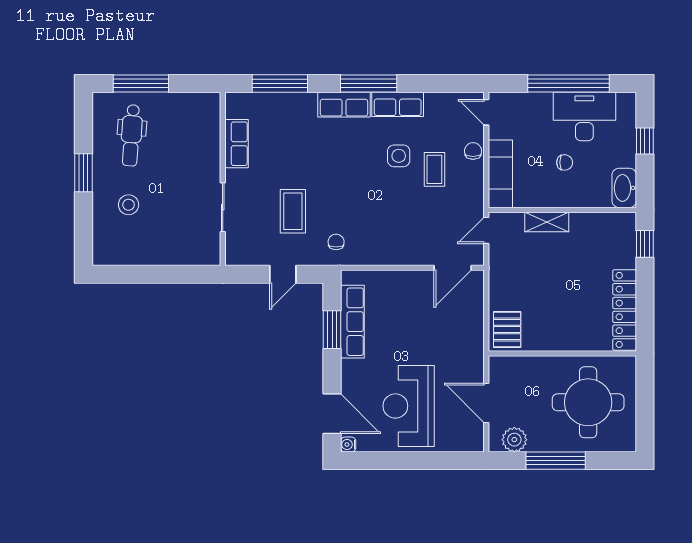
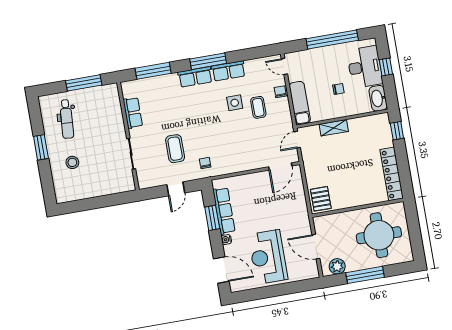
window: (141, 83) -> (84, 83), moved
desk: (584, 117) -> (365, 67), moved, turned 90
water cooler: (348, 445) -> (226, 240), moved

